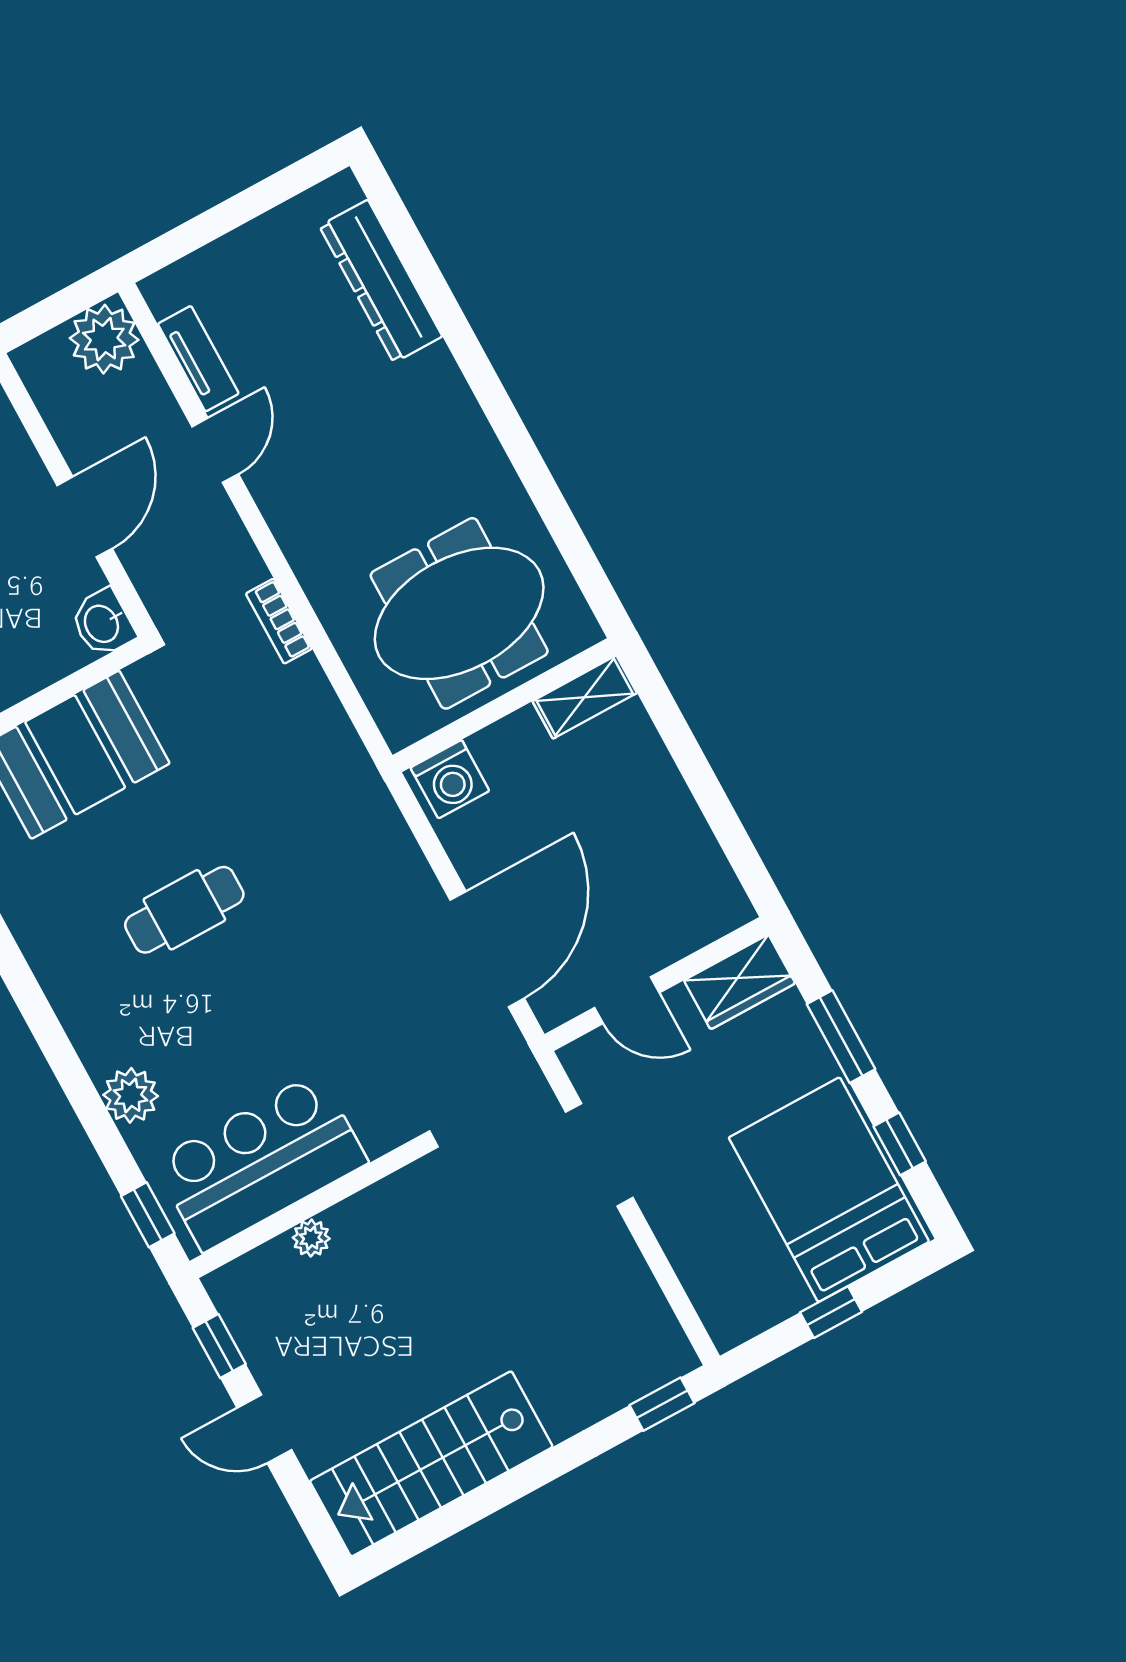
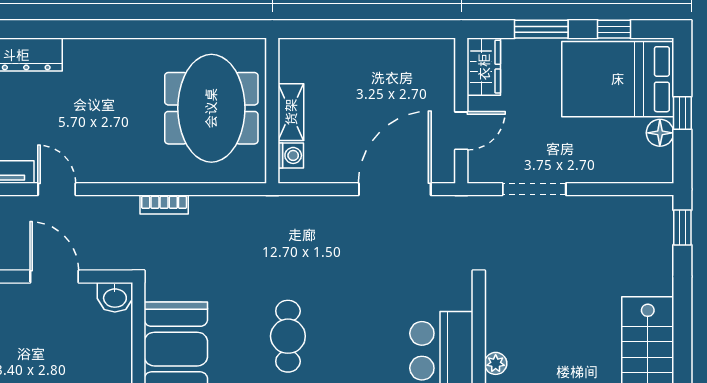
shelving: (585, 697) -> (291, 112), moved
washing machine: (450, 779) -> (291, 155), width x0.73, depth x0.73
door: (487, 949) -> (395, 189), hinge flipped
floor lamp: (784, 1295) -> (660, 133), added

